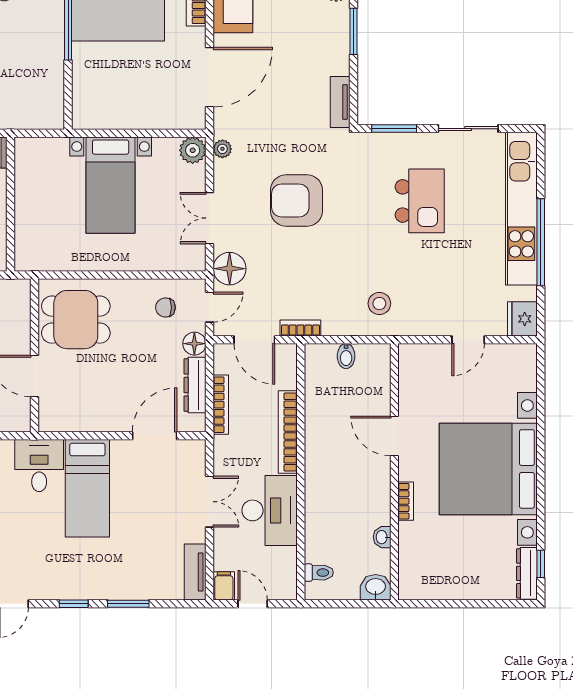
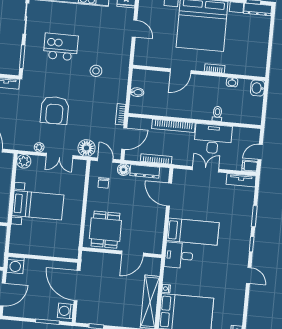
plant: (222, 149) -> (39, 147), moved
stool: (379, 304) -> (96, 71), moved
toilet: (319, 573) -> (217, 114), moved

